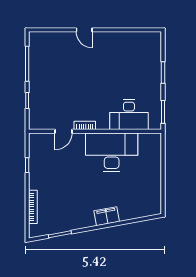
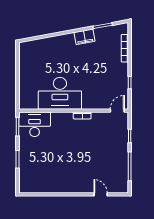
door: (84, 30) -> (101, 194), moved
desk: (129, 115) -> (35, 124), moved
door: (63, 131) -> (117, 111), moved
filing cabinet: (107, 216) -> (85, 37), moved

